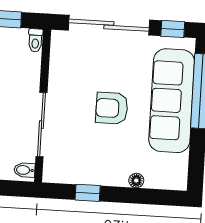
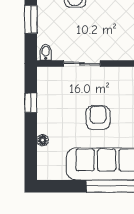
sliding door: (41, 125) -> (82, 64), width x0.73

